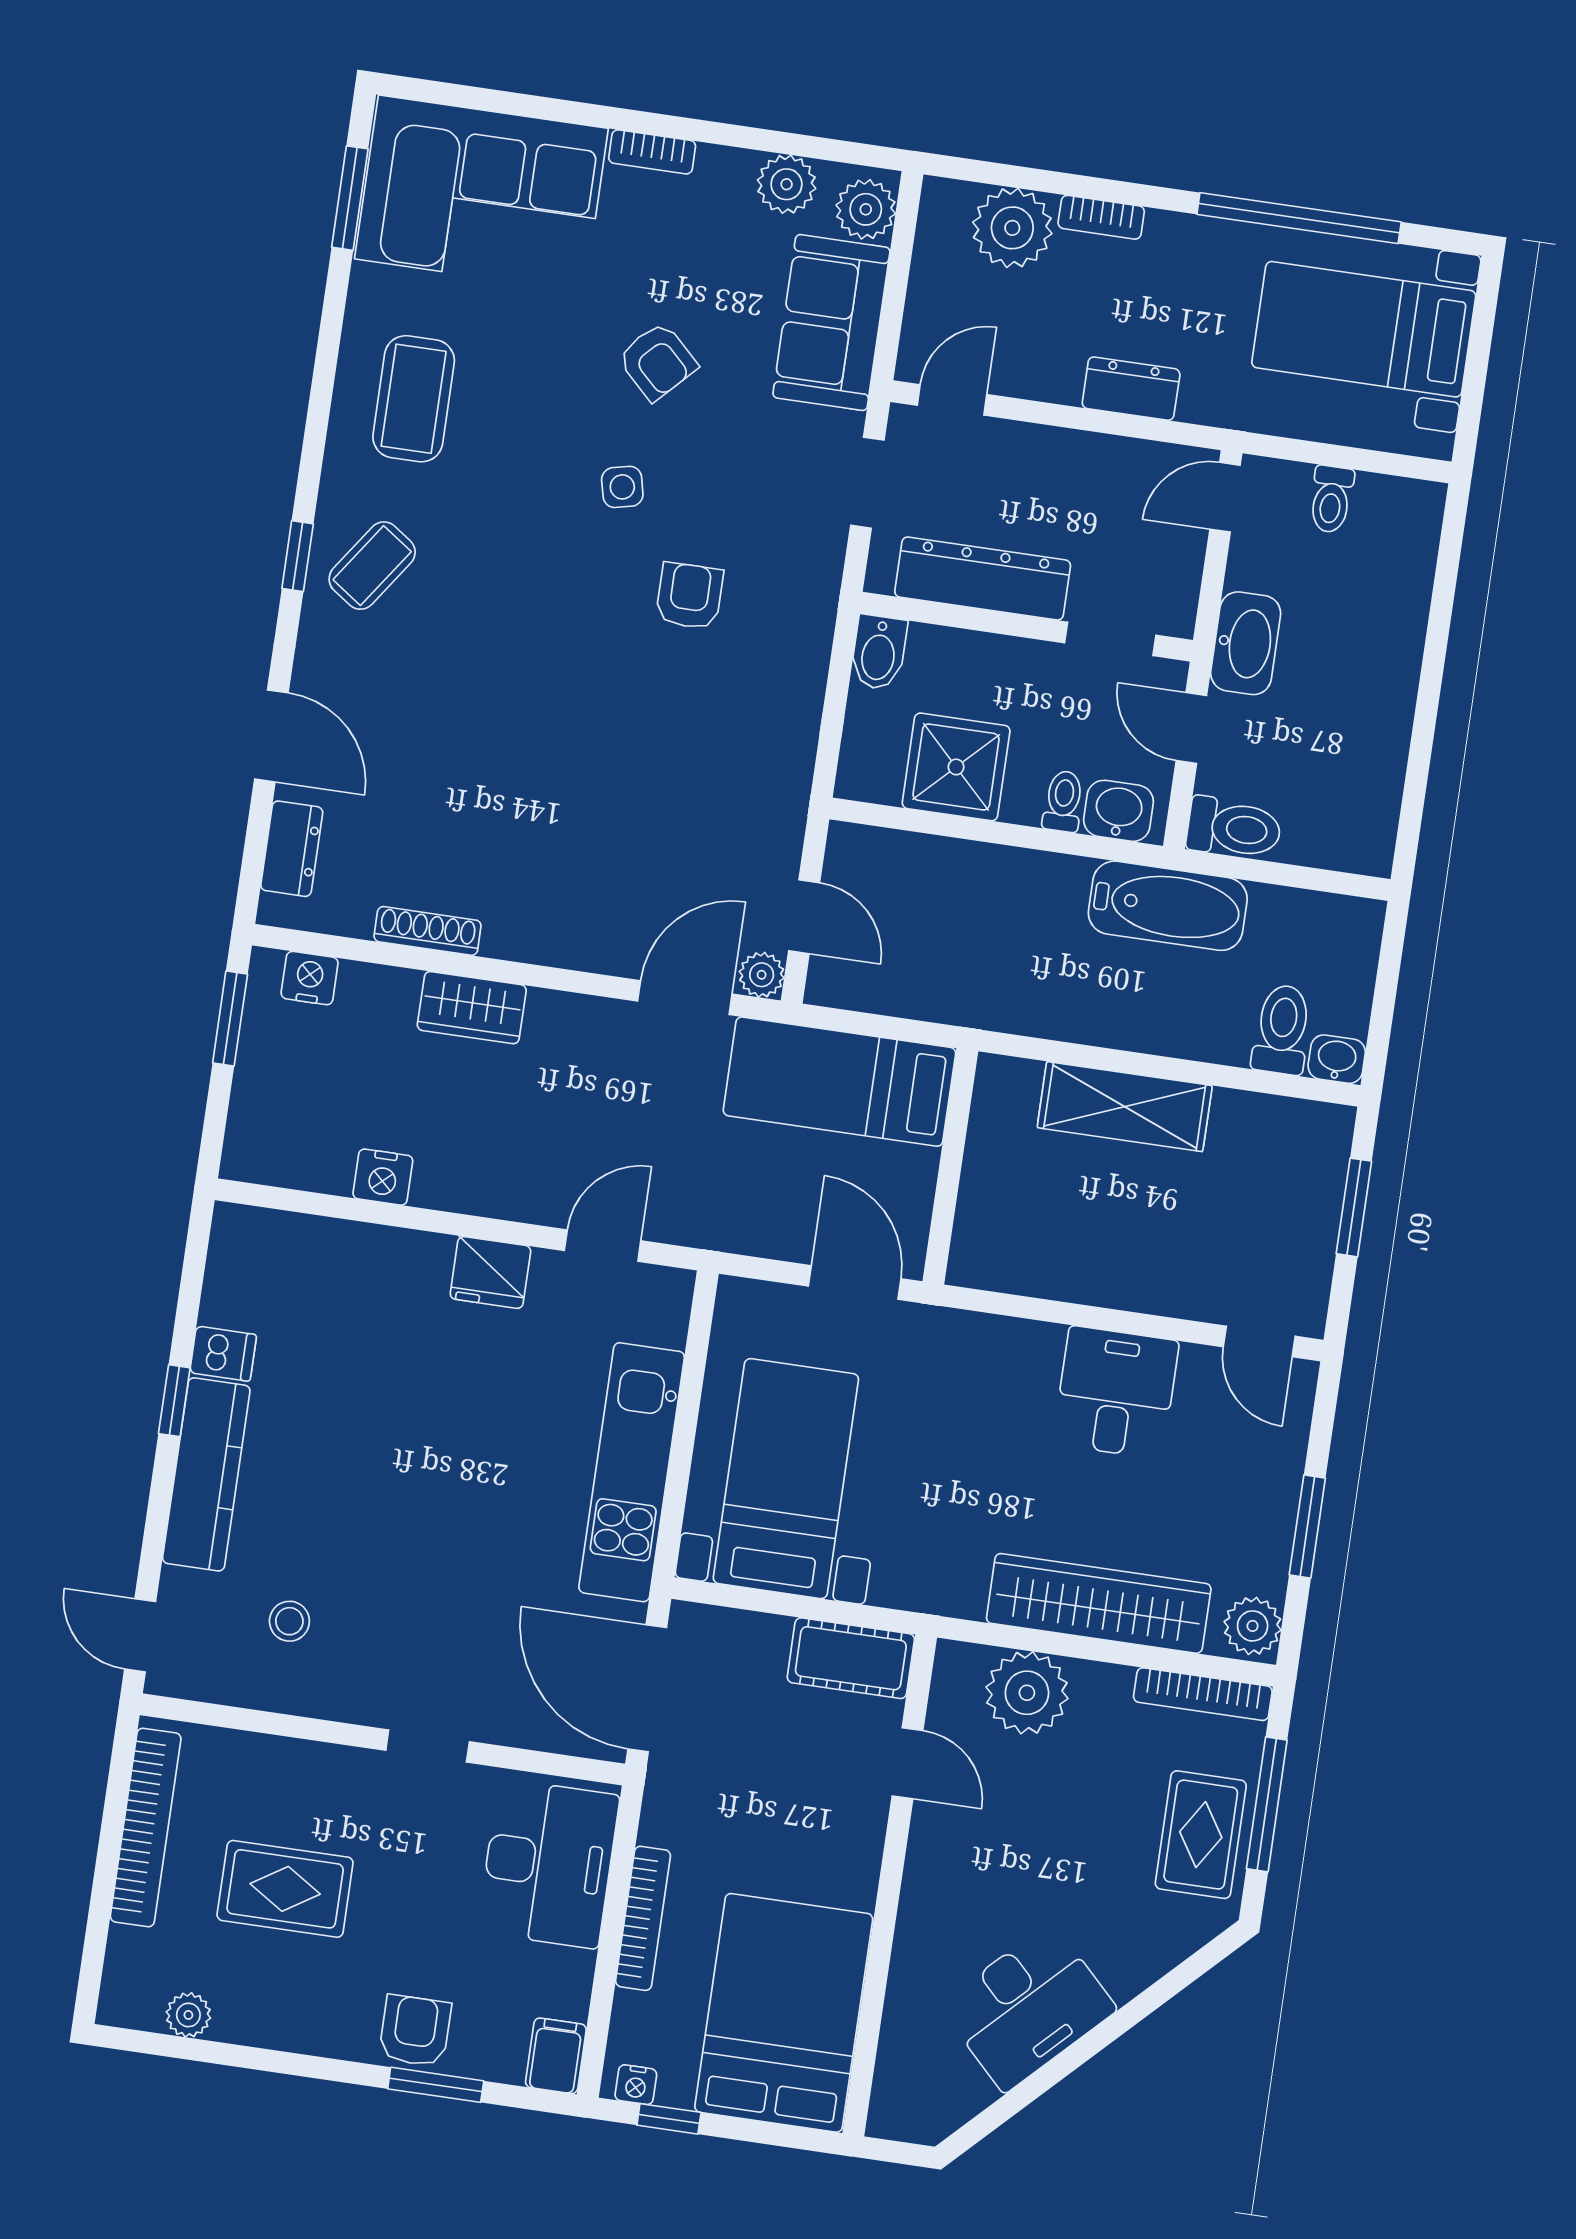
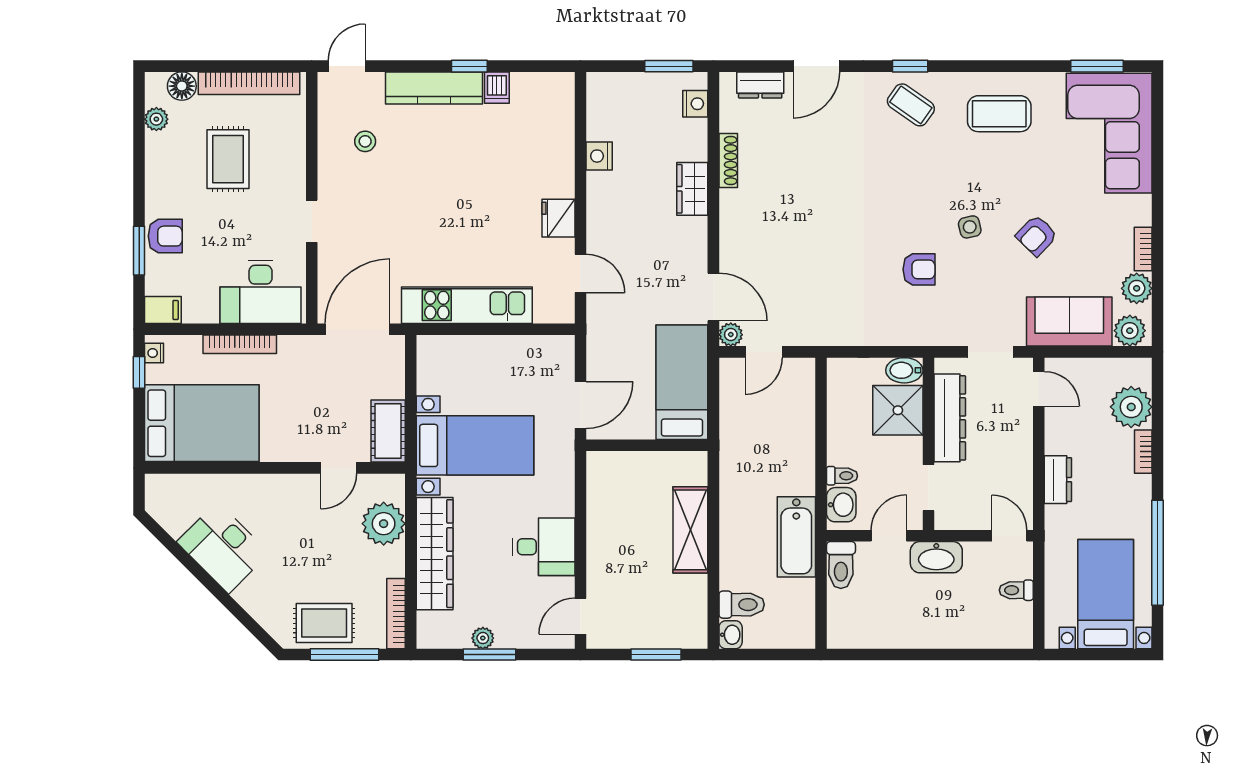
bookcase: (652, 152) -> (1143, 249), moved
shower: (956, 767) -> (898, 410), moved
bed with nightstands: (786, 1479) -> (475, 445), moved
plant: (1253, 1626) -> (483, 638), moved, width x0.73, depth x0.73
floor lamp: (132, 1957) -> (182, 86), added

